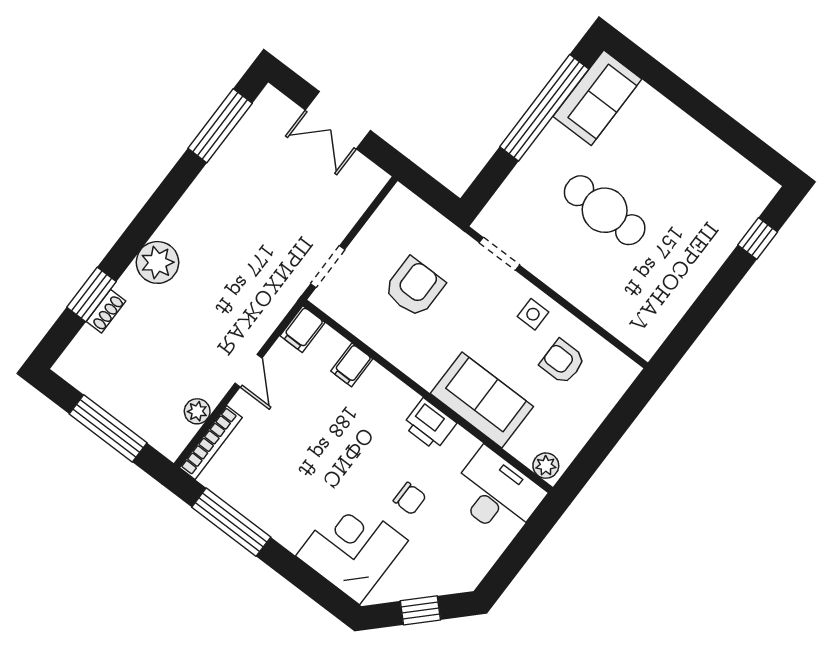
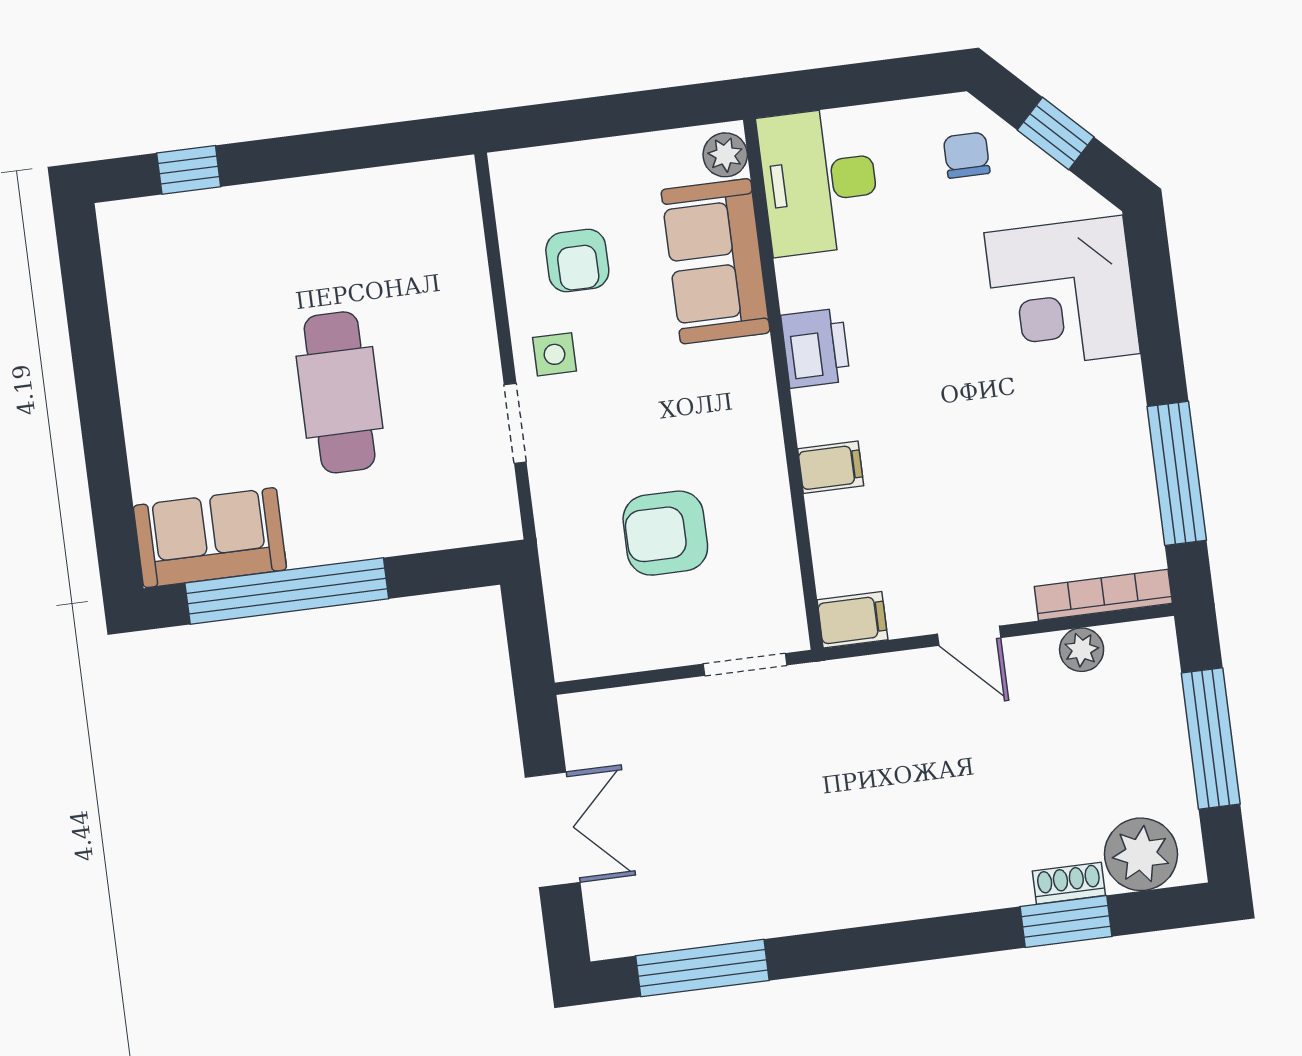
doorway: (499, 254) -> (515, 423), moved
plant: (157, 262) -> (1141, 854), moved
filing cabinet: (352, 365) -> (831, 467), moved
door: (249, 371) -> (969, 636), swing flipped
sofa: (482, 400) -> (716, 261), moved
chair: (410, 499) -> (967, 155), moved

